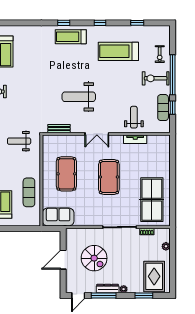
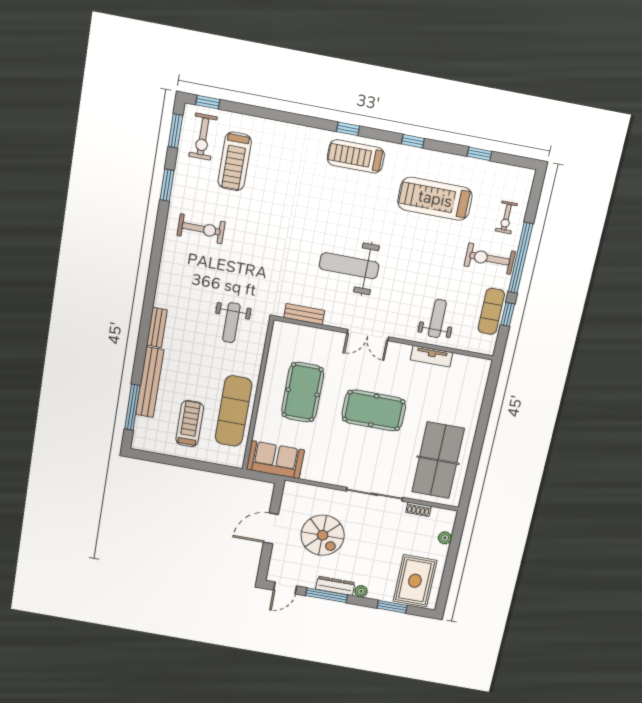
weight bench: (19, 141) -> (231, 323), turned -90
pool table: (109, 177) -> (374, 410), turned 90
exercise mat: (29, 192) -> (233, 411), width x1.36, depth x1.45

